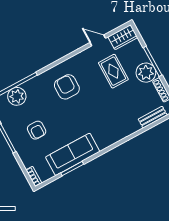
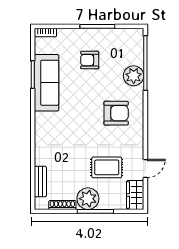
plant: (17, 96) -> (134, 76), moved

